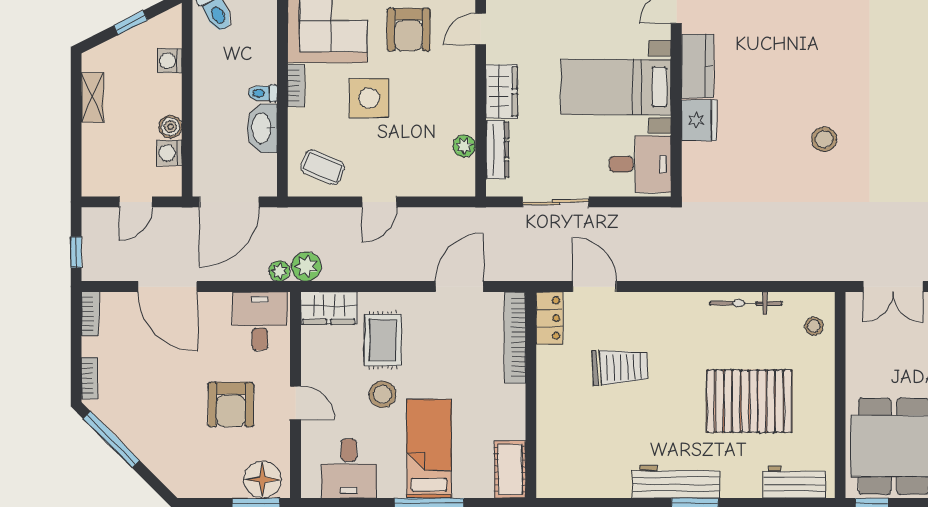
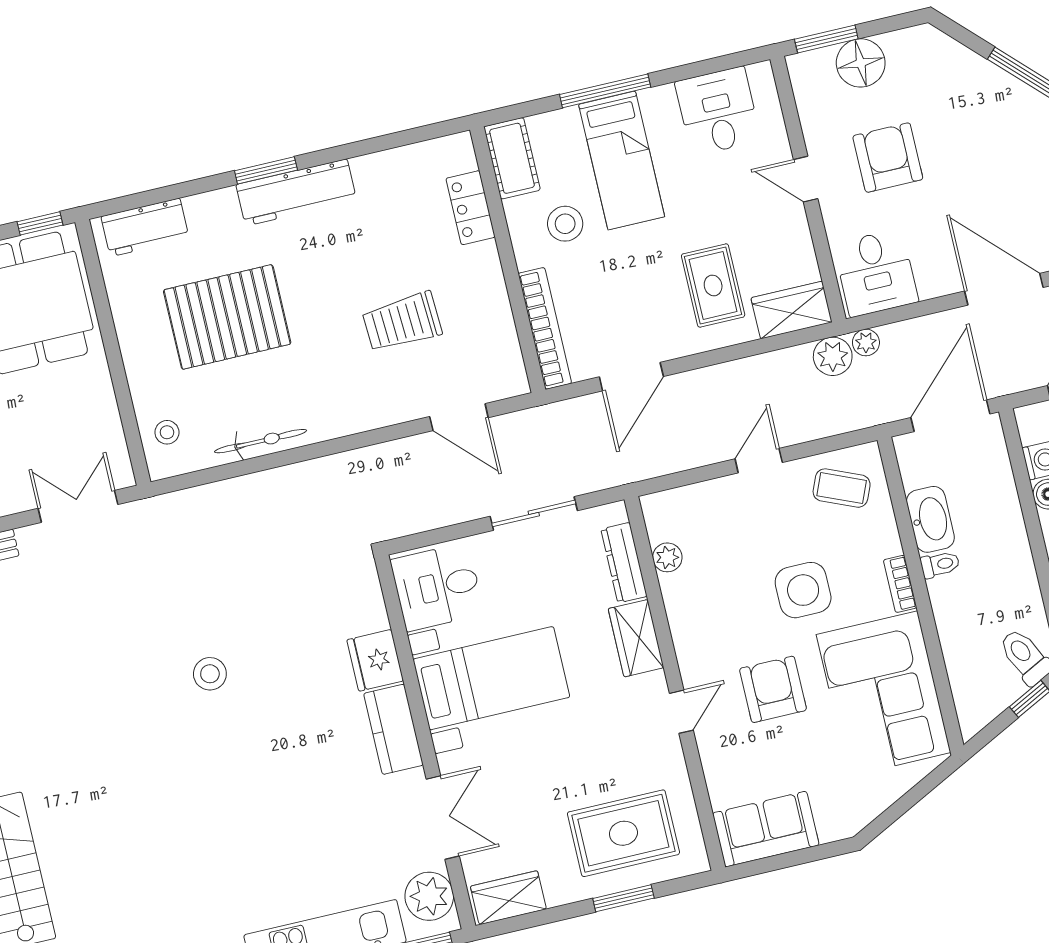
locker: (549, 318) -> (471, 208), moved
stool: (383, 394) -> (565, 224), moved
floor lamp: (262, 480) -> (861, 63), moved

